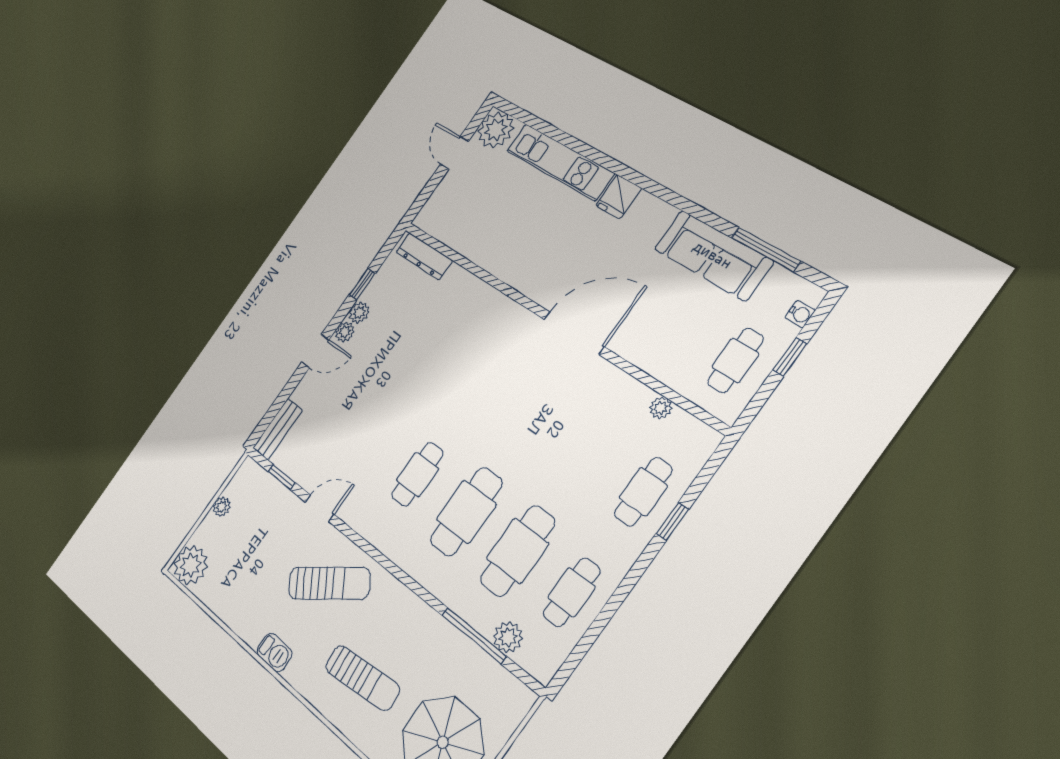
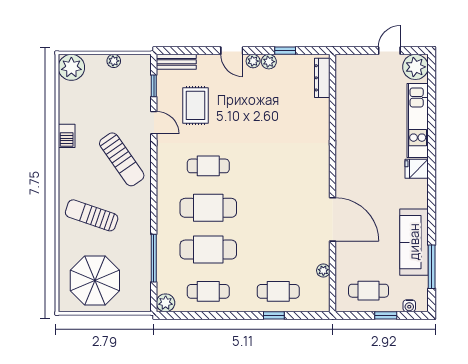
door: (574, 333) -> (333, 219), moved
rug: (339, 440) -> (196, 105), added
plant: (508, 637) -> (166, 303), moved
barbecue: (274, 652) -> (67, 136), moved
sun lounger: (362, 678) -> (92, 215), turned 115

